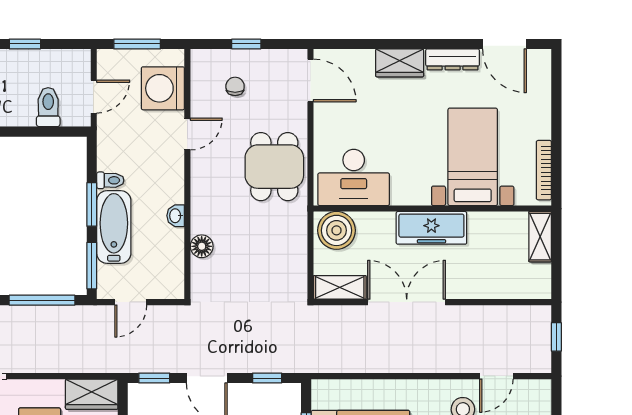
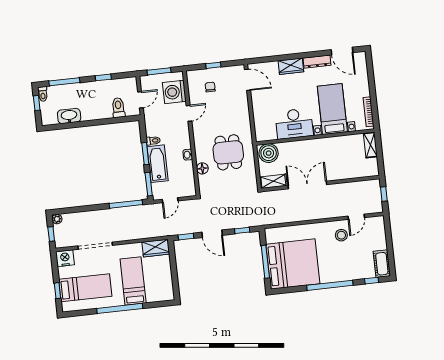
dining table: (274, 167) -> (228, 152), moved
desk: (354, 177) -> (294, 124), moved
freezer: (431, 228) -> (316, 147), removed

